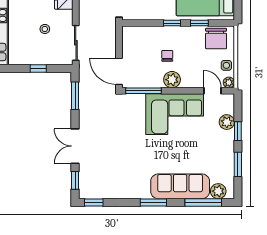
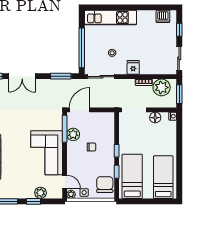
chair: (216, 39) -> (105, 185), turned 90
window: (38, 68) -> (82, 48), width x3.17
plant: (172, 80) -> (73, 134), moved
door: (213, 91) -> (65, 182), hinge flipped
double door: (75, 146) -> (22, 76), swing flipped

